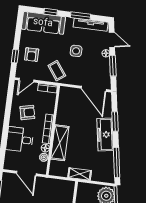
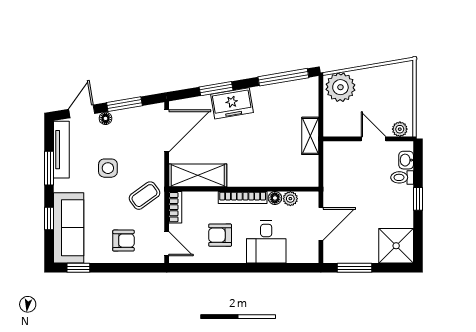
window: (15, 56) -> (78, 268), moved
armchair: (27, 113) -> (220, 235), turned -77
freezer: (105, 135) -> (232, 103), width x0.71
shelving: (60, 143) -> (198, 175), moved

